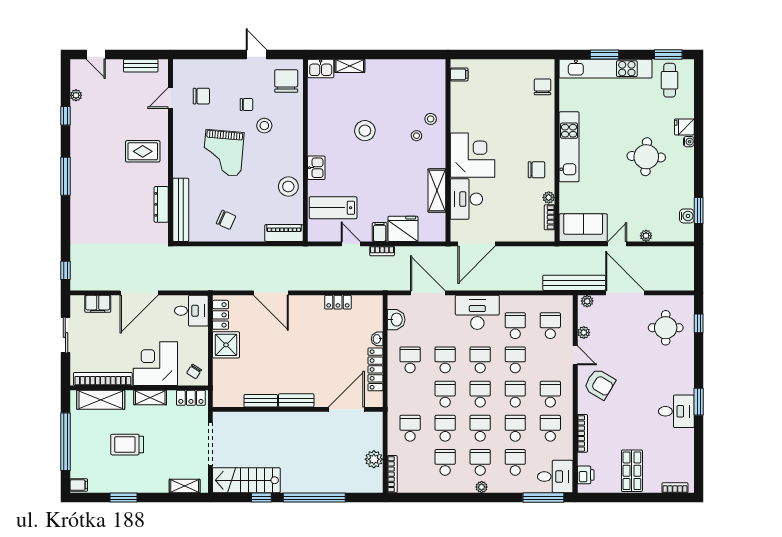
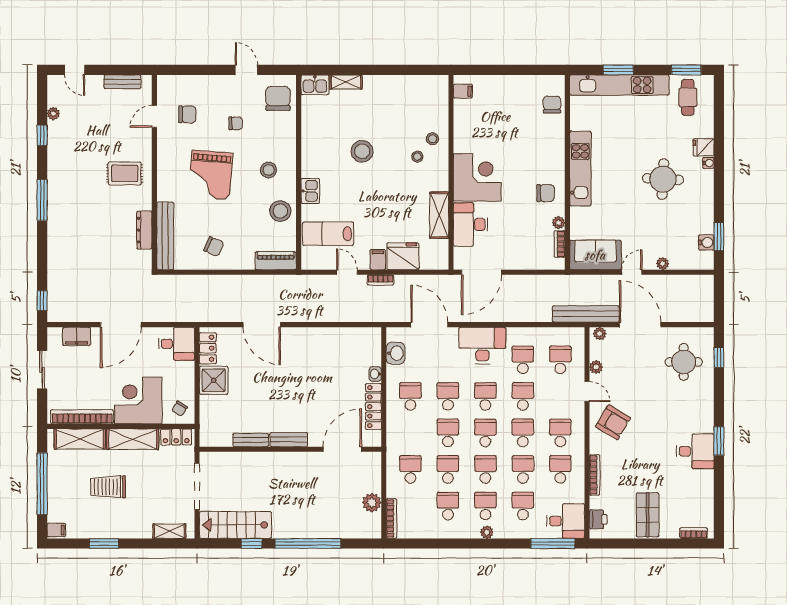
stool: (264, 126) -> (268, 170), moved
locker: (338, 302) -> (333, 335), removed
shelving: (150, 398) -> (133, 439), width x1.50, depth x1.33

